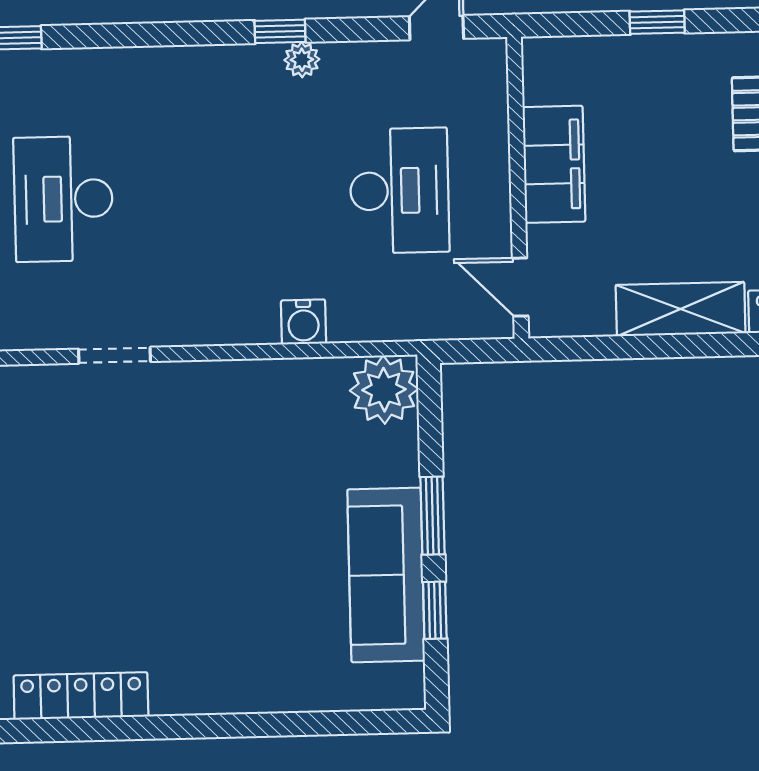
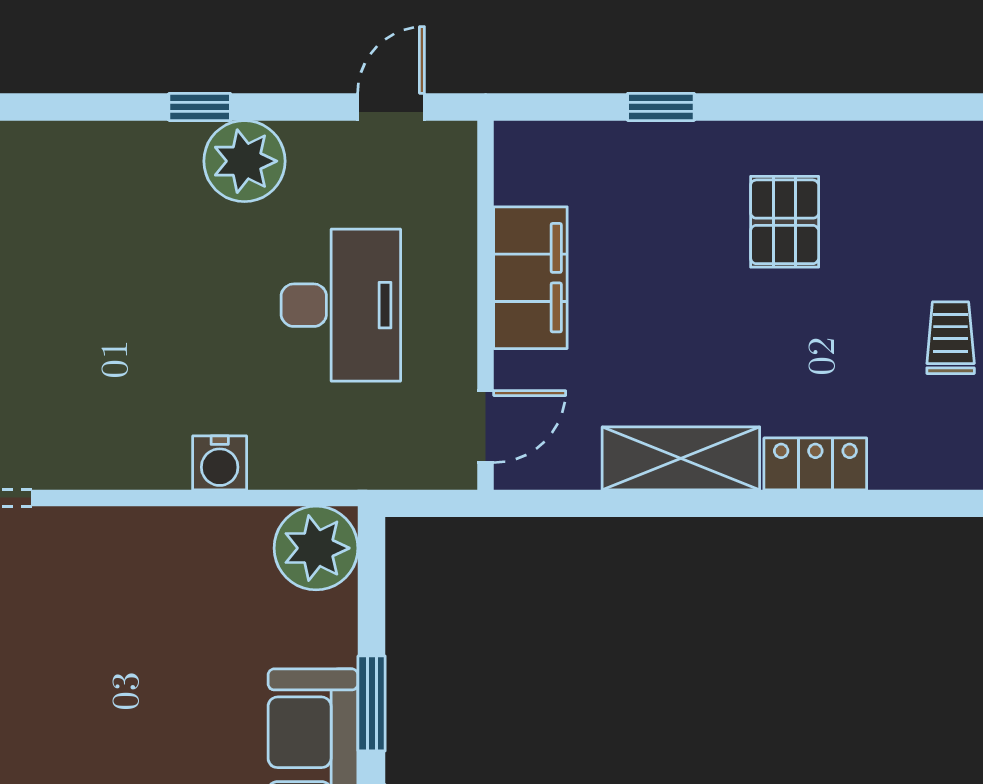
plant: (302, 60) -> (244, 161), width x1.87, depth x1.87
door: (520, 287) -> (486, 427), swing flipped

